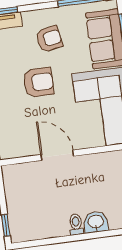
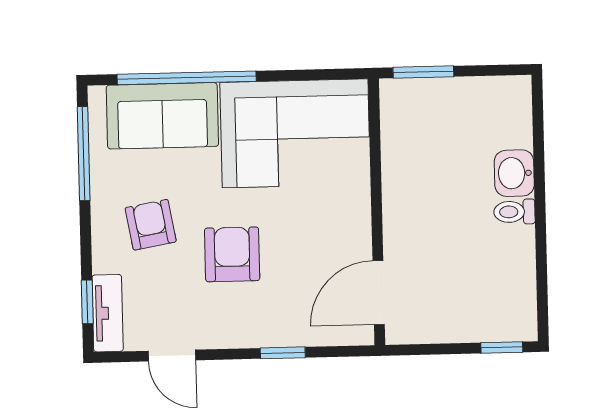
door: (57, 155) -> (379, 293), moved

